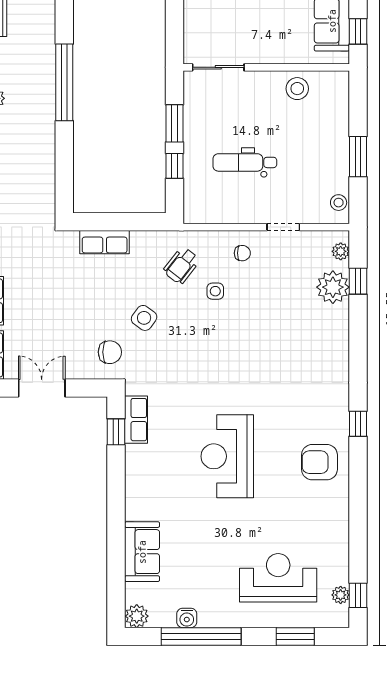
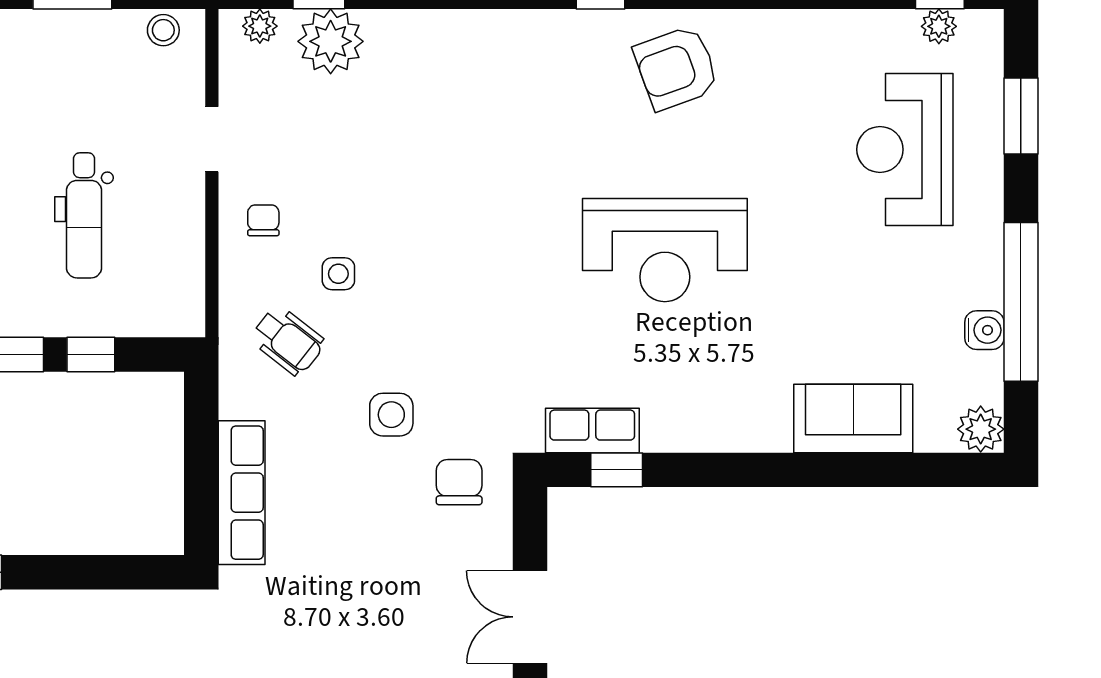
row of seats: (105, 242) -> (242, 493), width x1.48
side table: (144, 318) -> (391, 415), turned -36
armchair: (319, 462) -> (676, 68), turned 70

